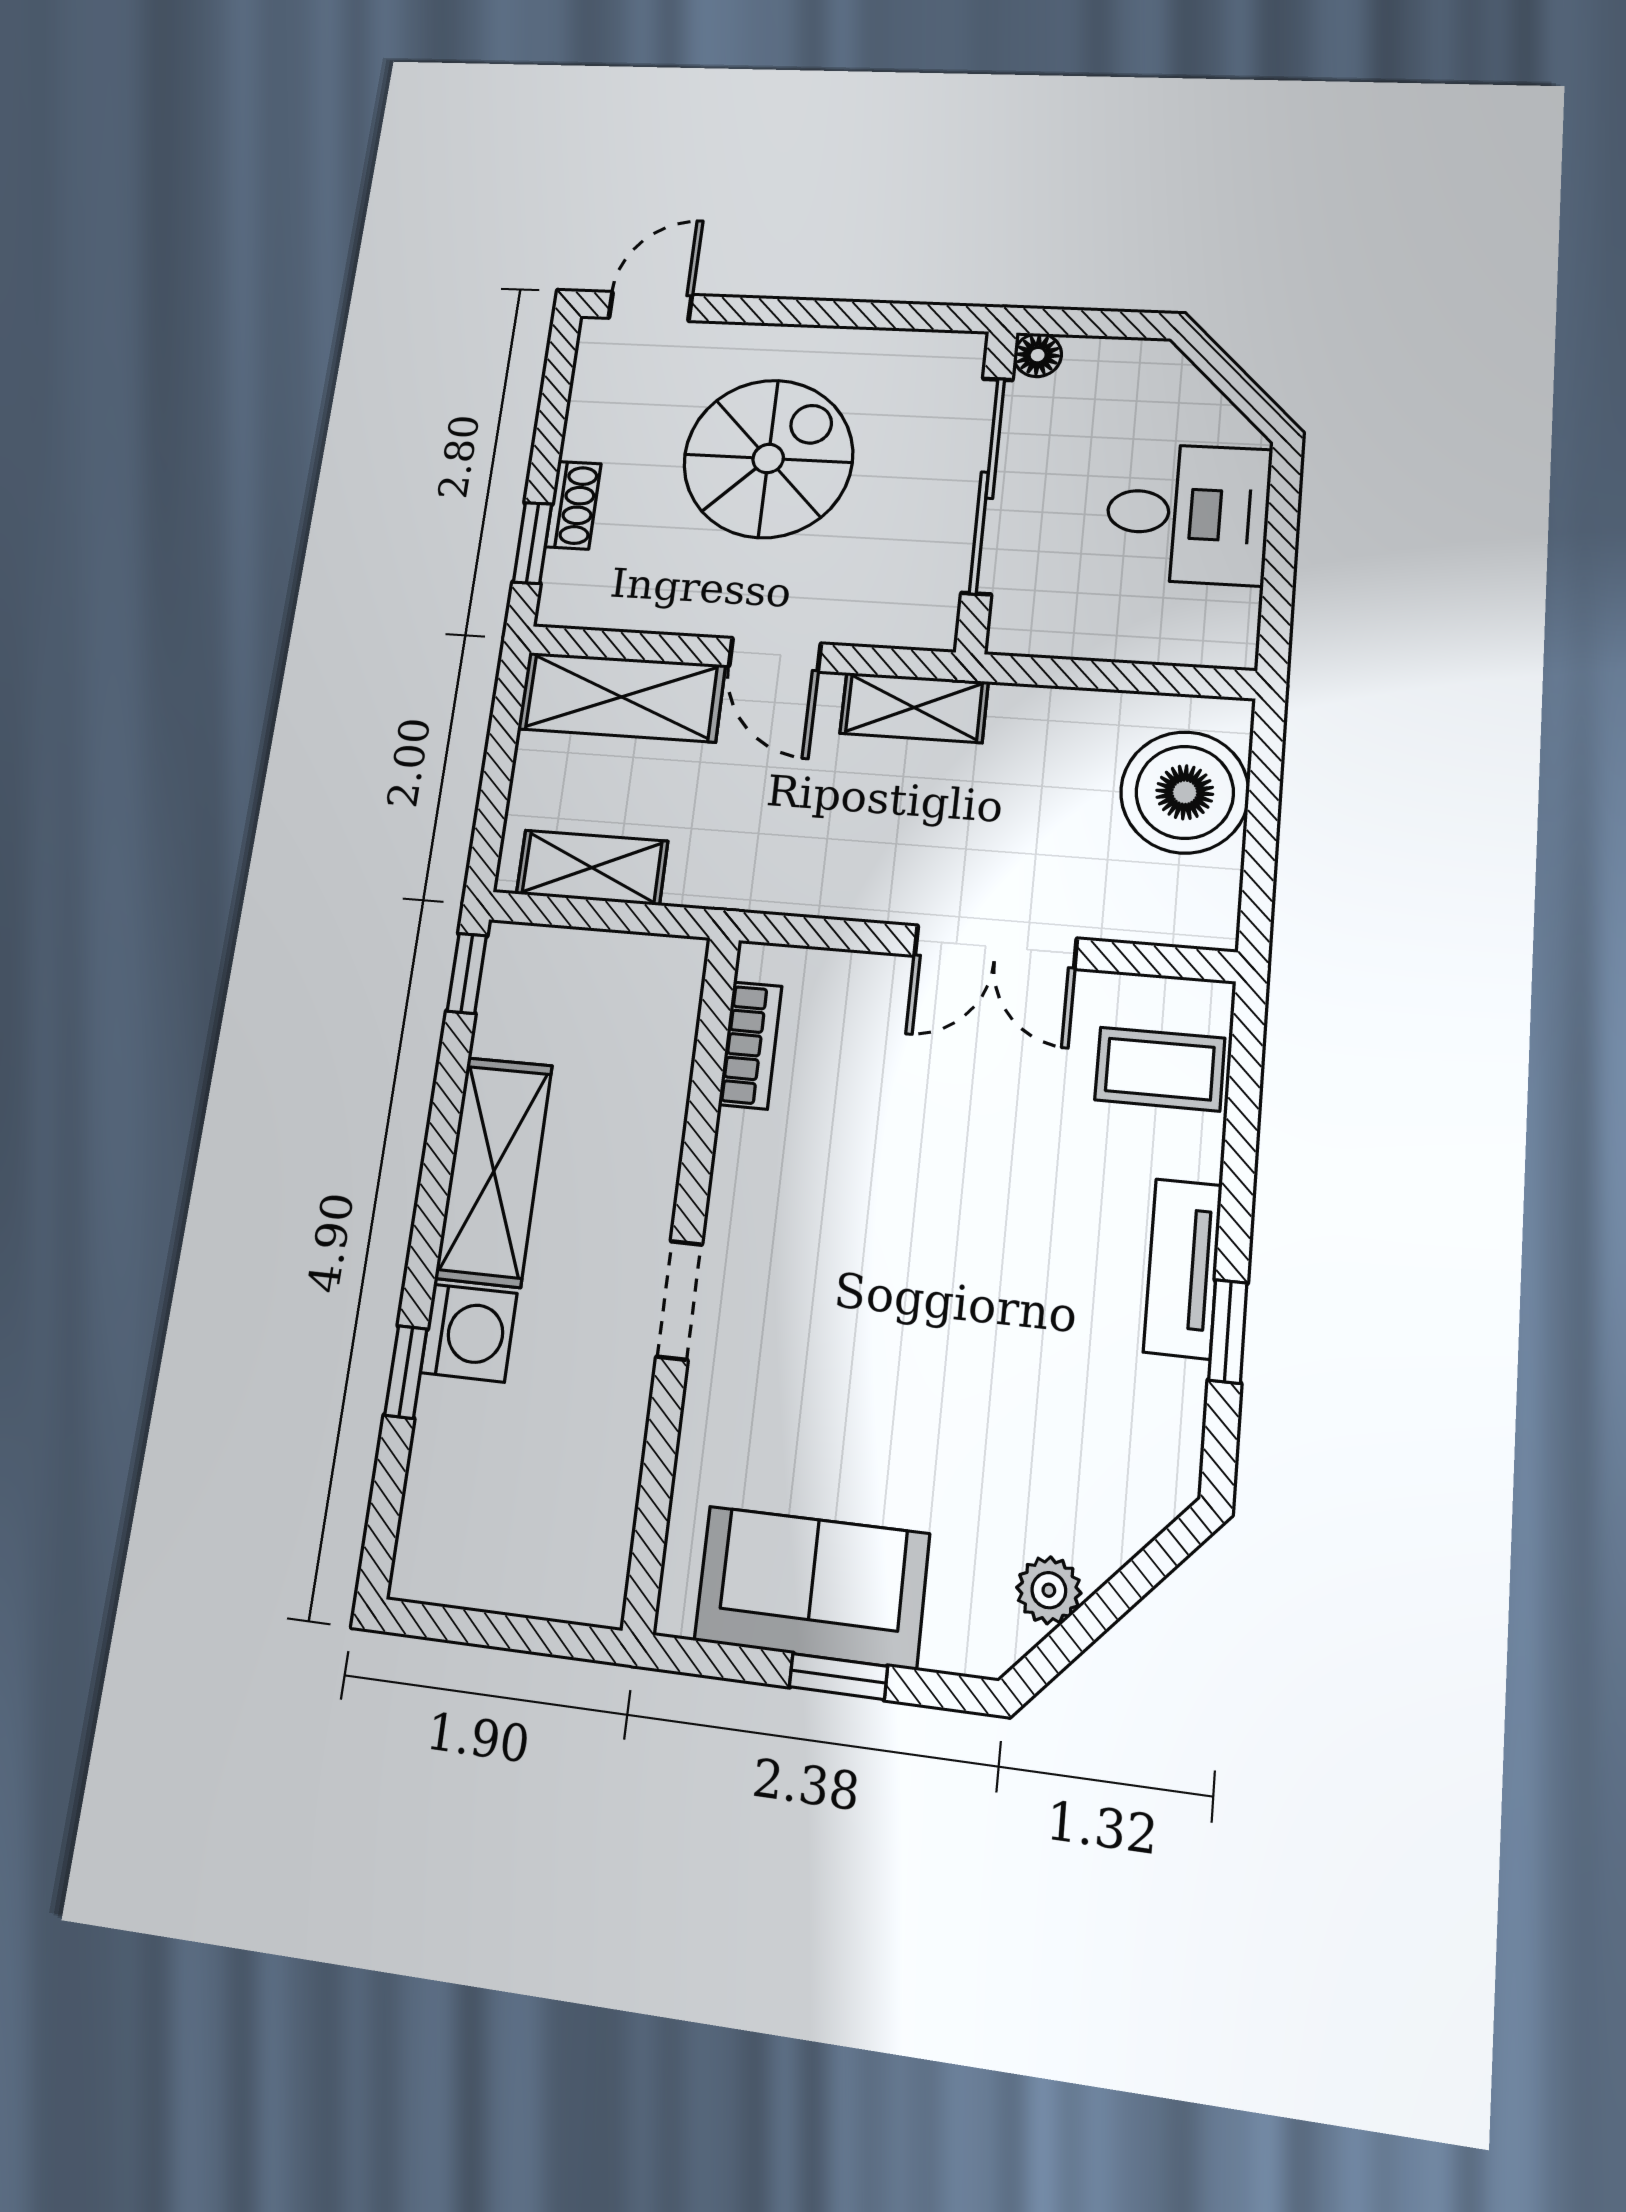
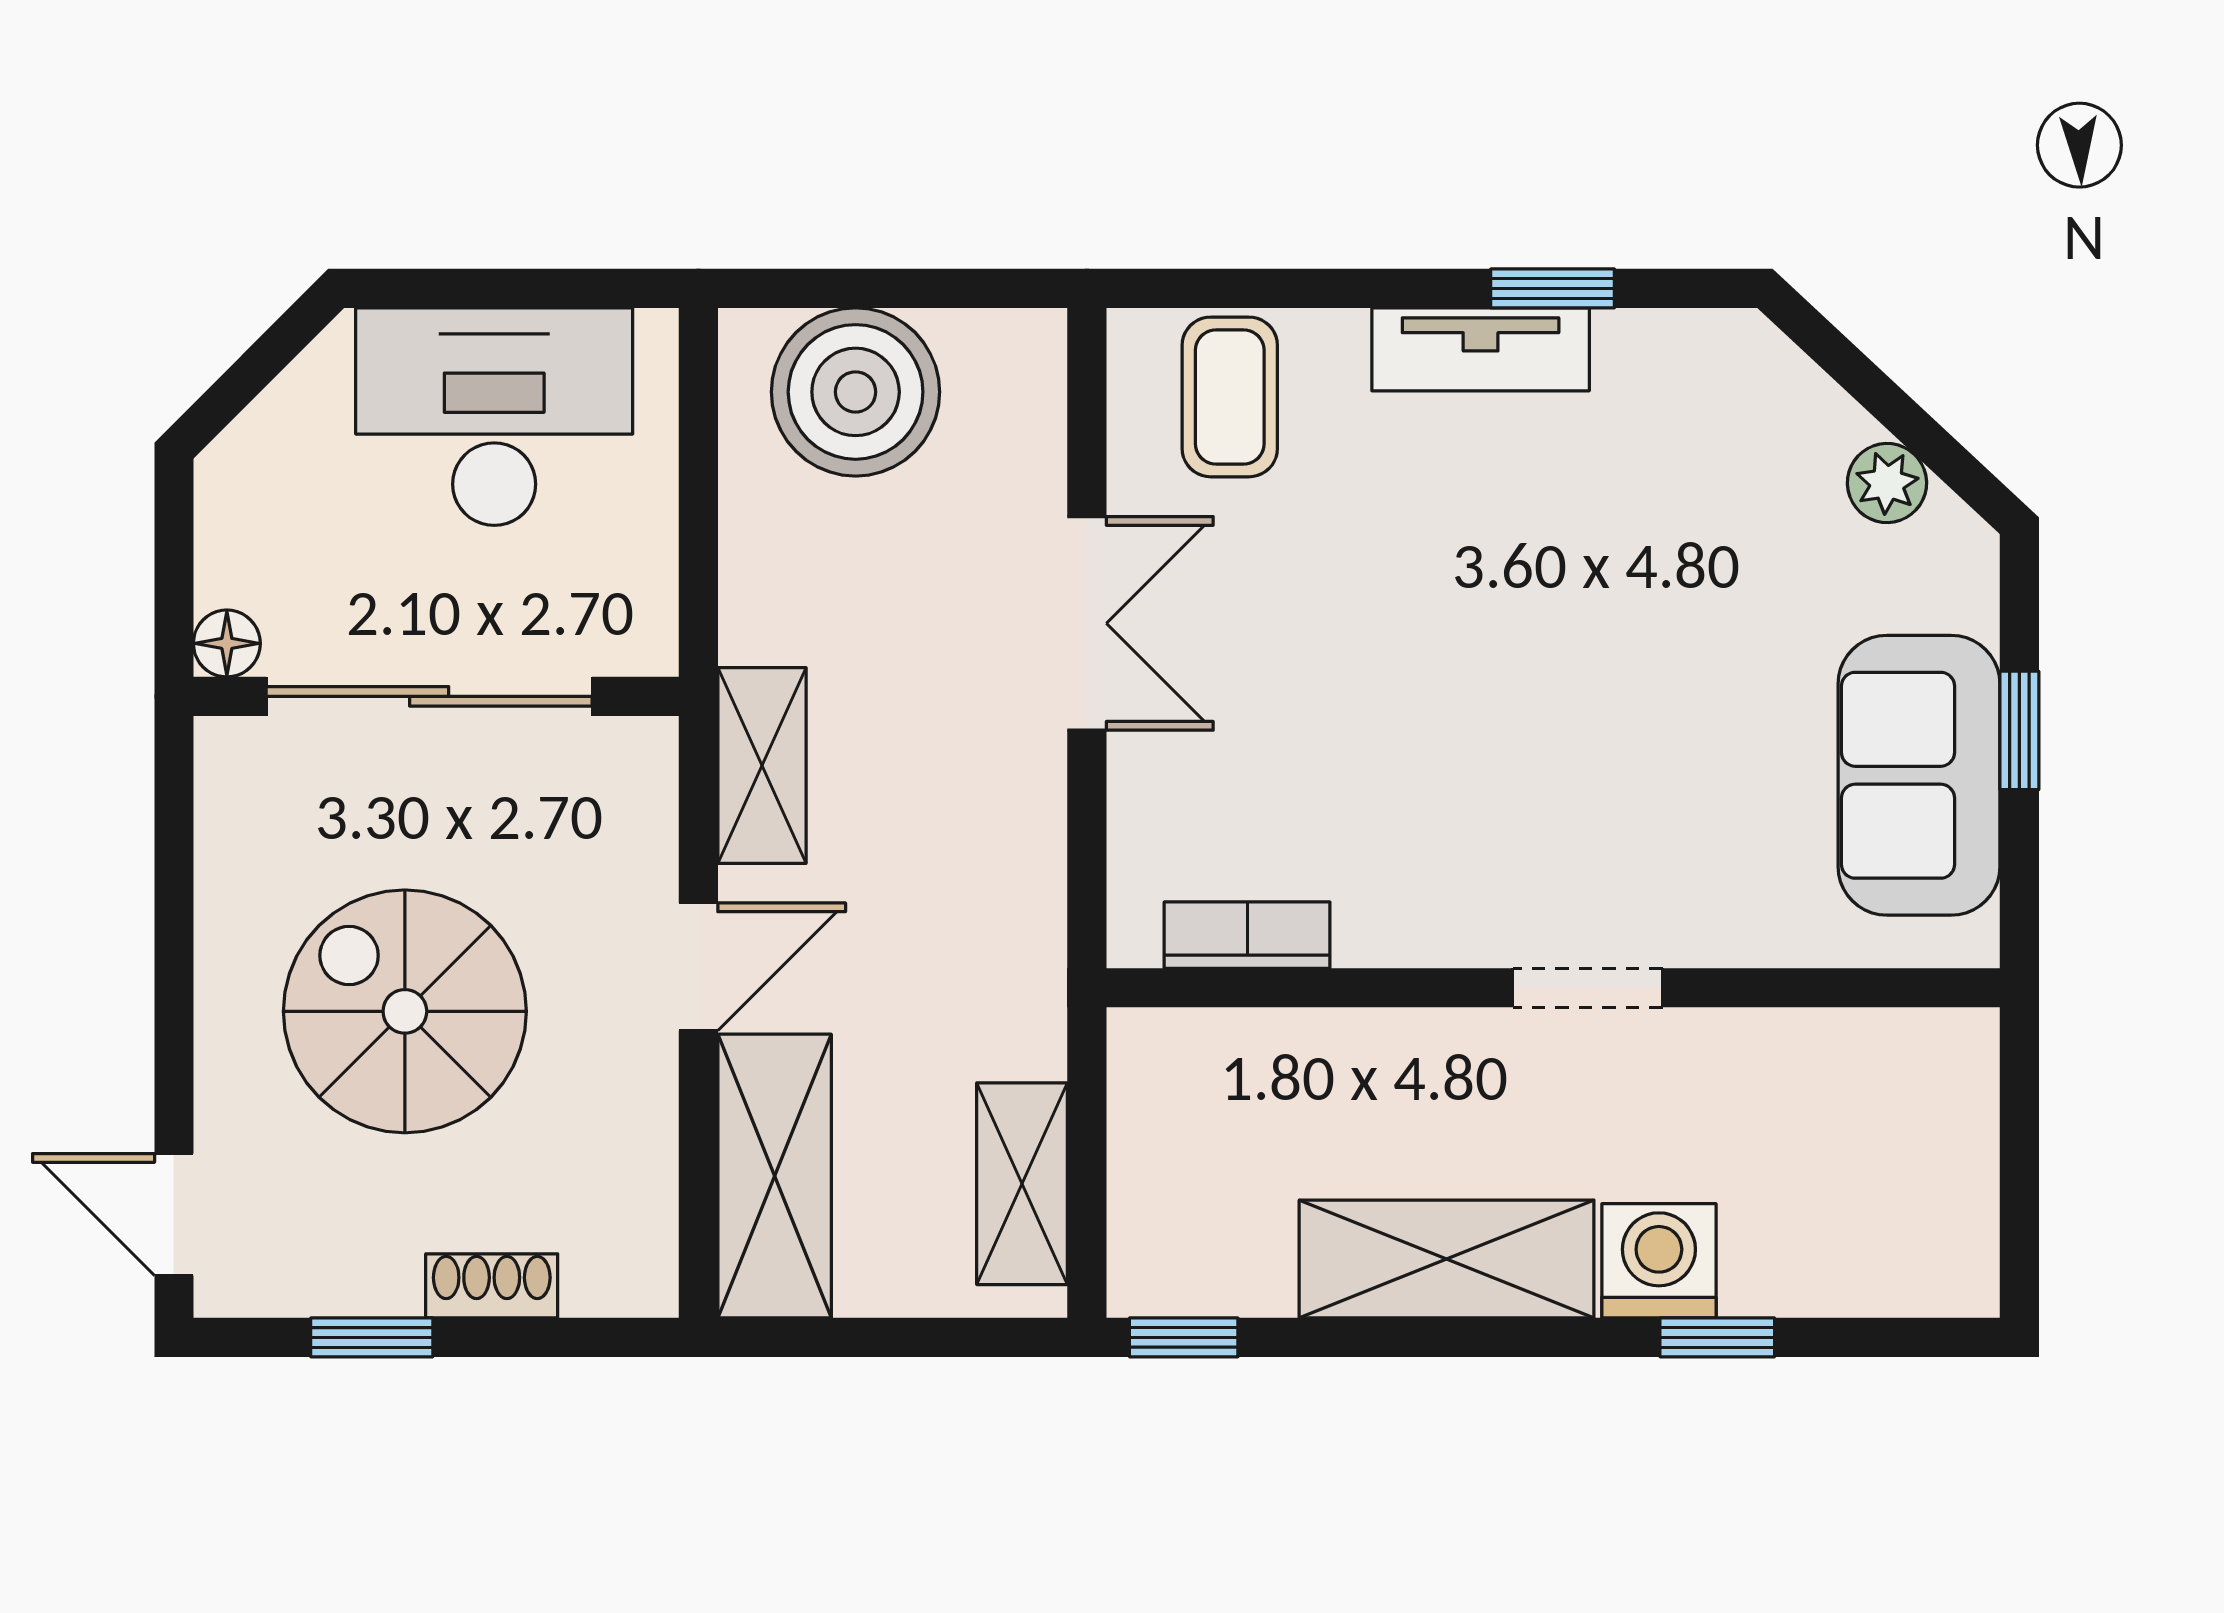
desk: (1188, 514) -> (494, 417), width x1.37
window: (532, 543) -> (372, 1337), moved

